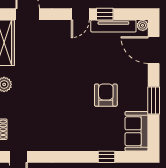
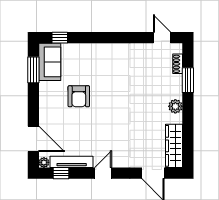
window: (105, 14) -> (61, 173), moved
window: (154, 101) -> (33, 70), moved
window: (106, 157) -> (60, 38), moved

